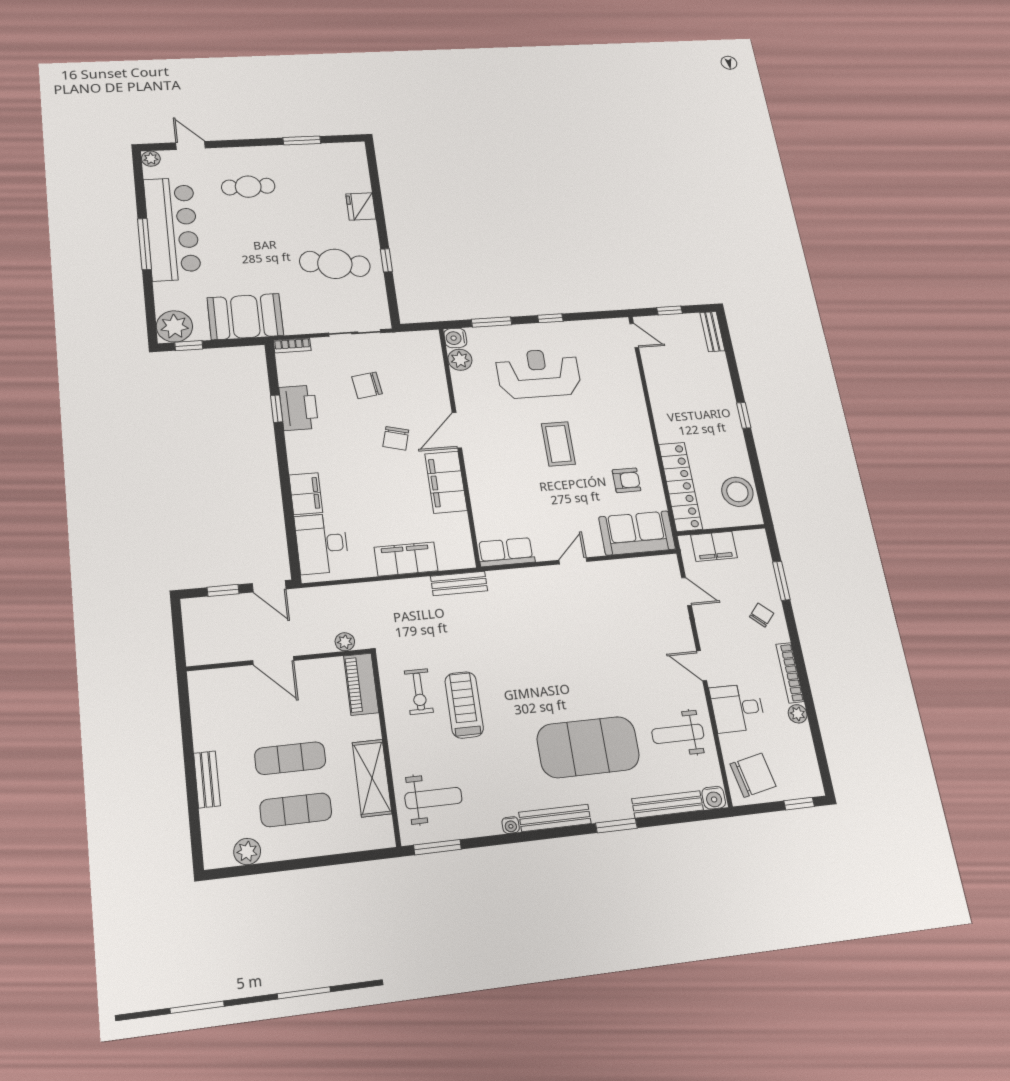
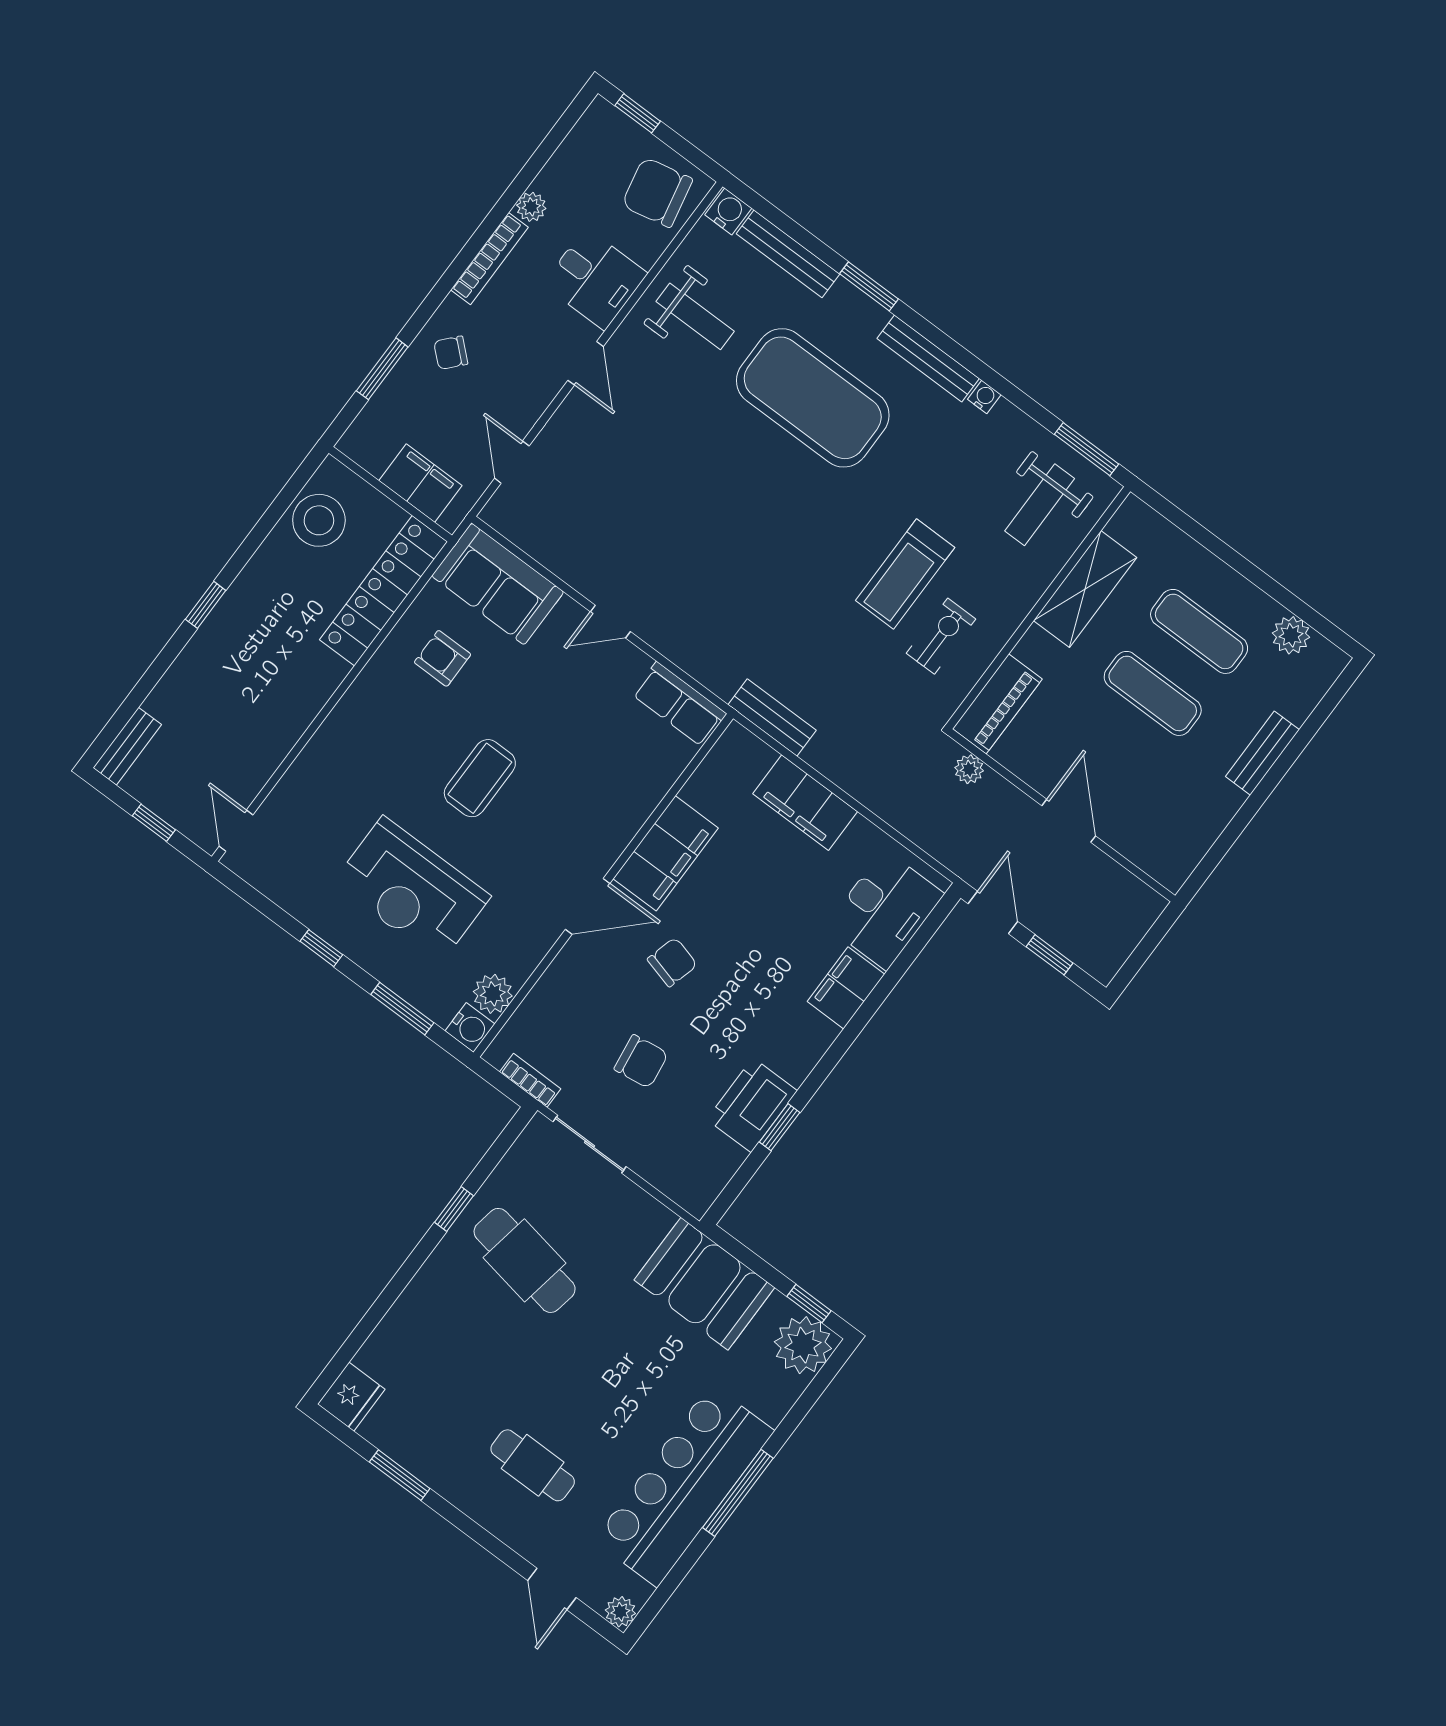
fridge: (361, 206) -> (351, 1397), moved
bookcase: (292, 345) -> (530, 1080), moved
weight bench: (433, 798) -> (1040, 505), turned -90

